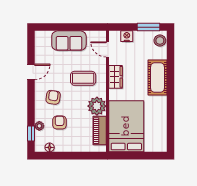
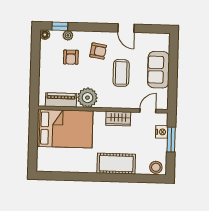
window: (149, 27) -> (171, 140), moved
coffee table: (83, 78) -> (121, 73), moved
armchair: (60, 123) -> (71, 57), turned 90
floor lamp: (50, 147) -> (45, 35), moved

